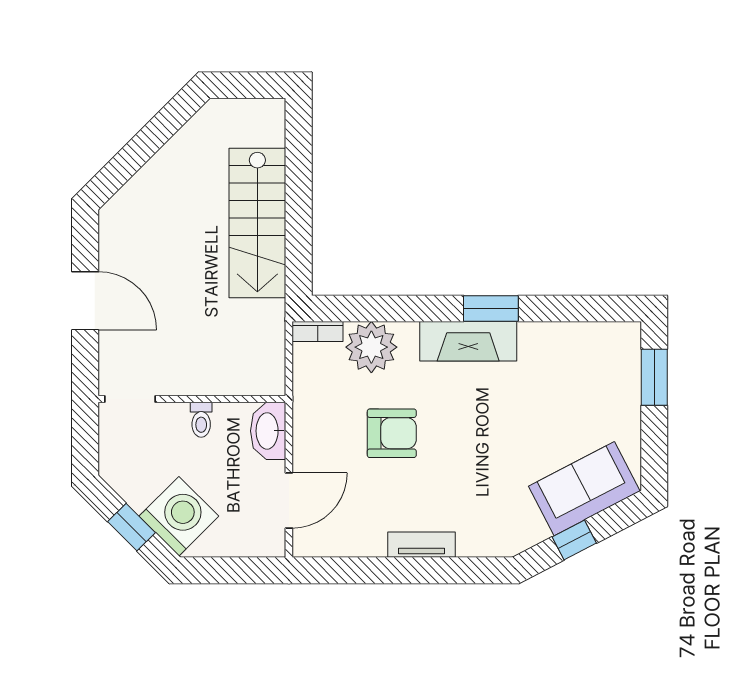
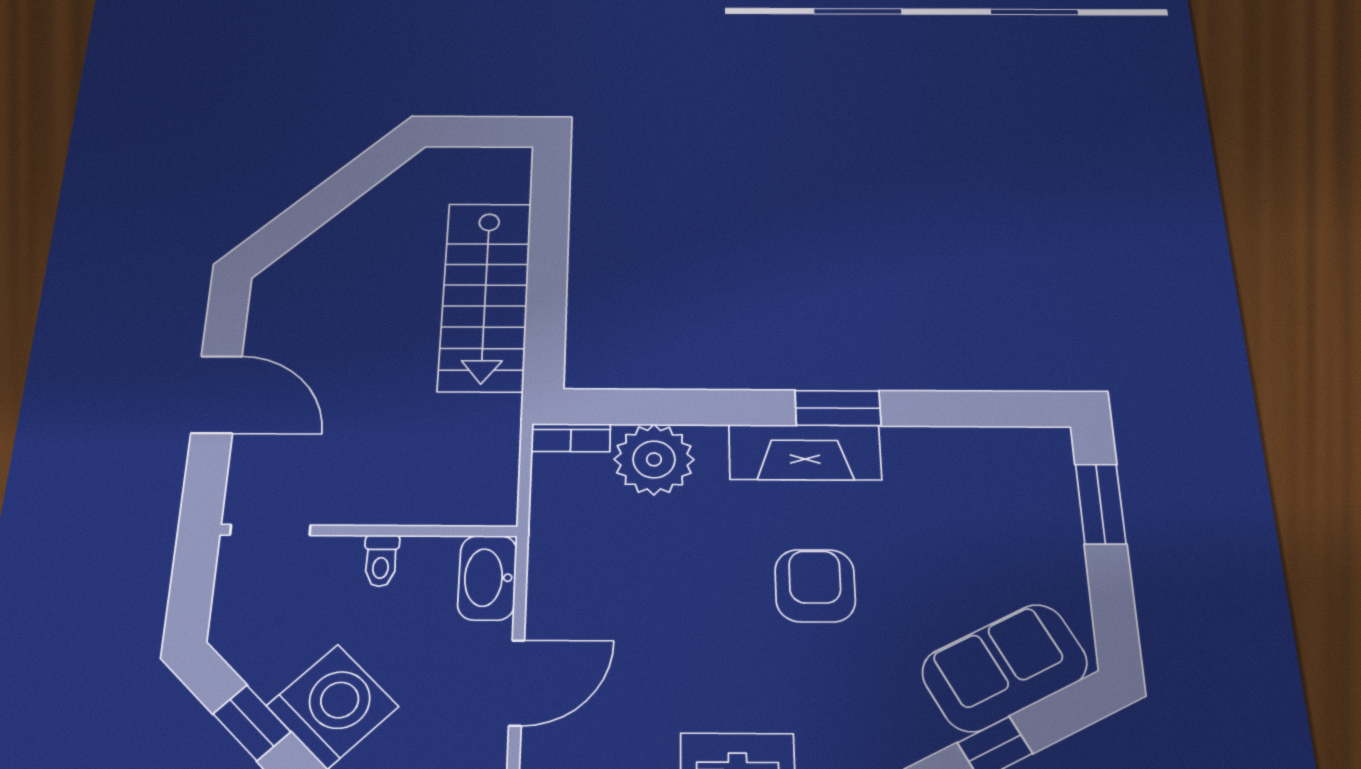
armchair: (392, 433) -> (815, 586), moved, turned -90

